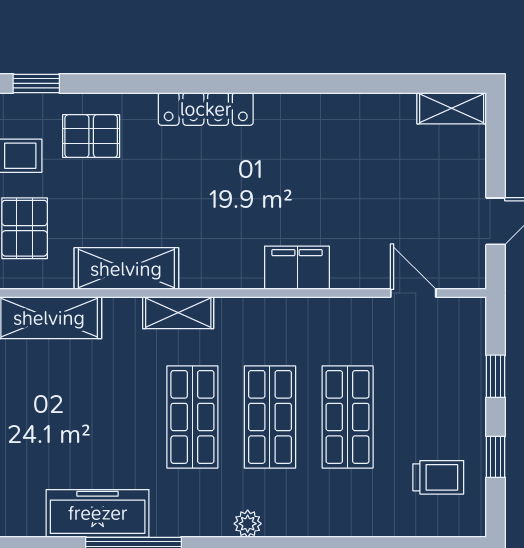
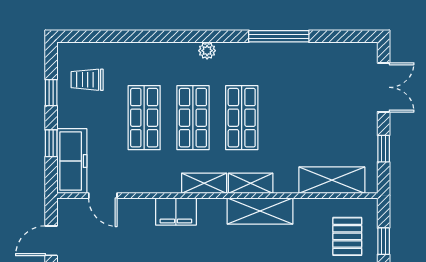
shelving: (126, 269) -> (260, 211), moved
shelving: (252, 313) -> (204, 183), added
freezer: (98, 513) -> (72, 161), moved, turned -90

